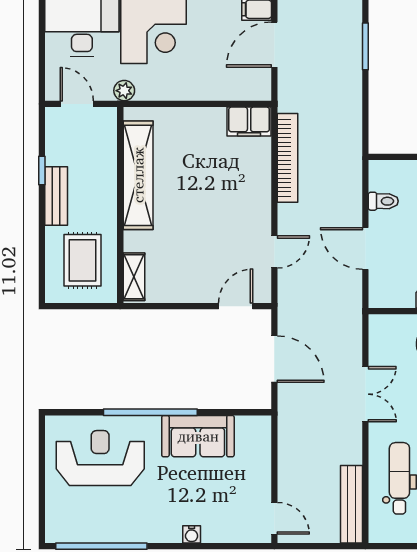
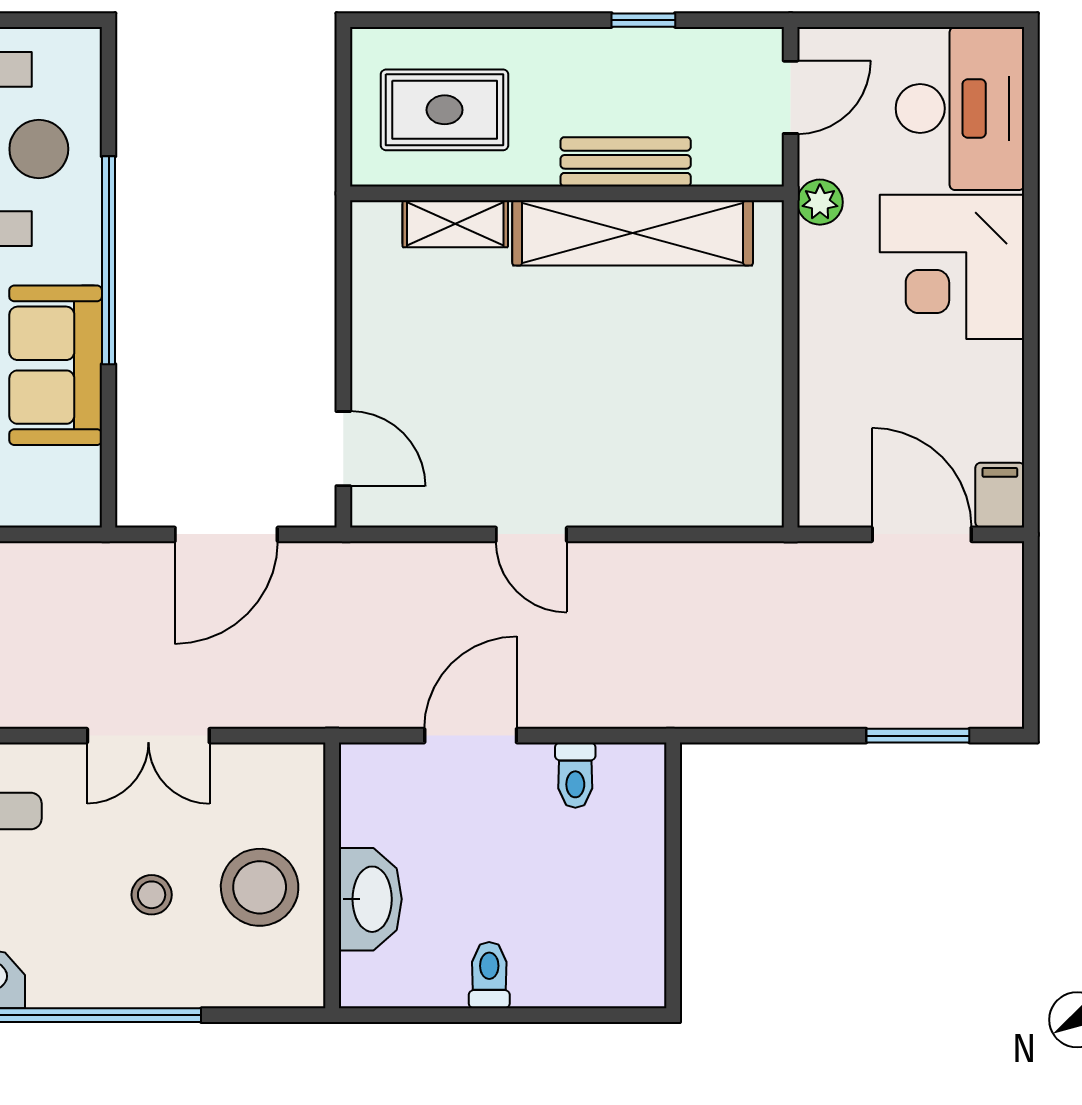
filing cabinet: (249, 121) -> (752, 478), removed
bookcase: (288, 158) -> (671, 563), removed
bench: (56, 196) -> (626, 162), moved
door: (274, 252) -> (531, 534), moved
shelving: (134, 277) -> (455, 224), moved

